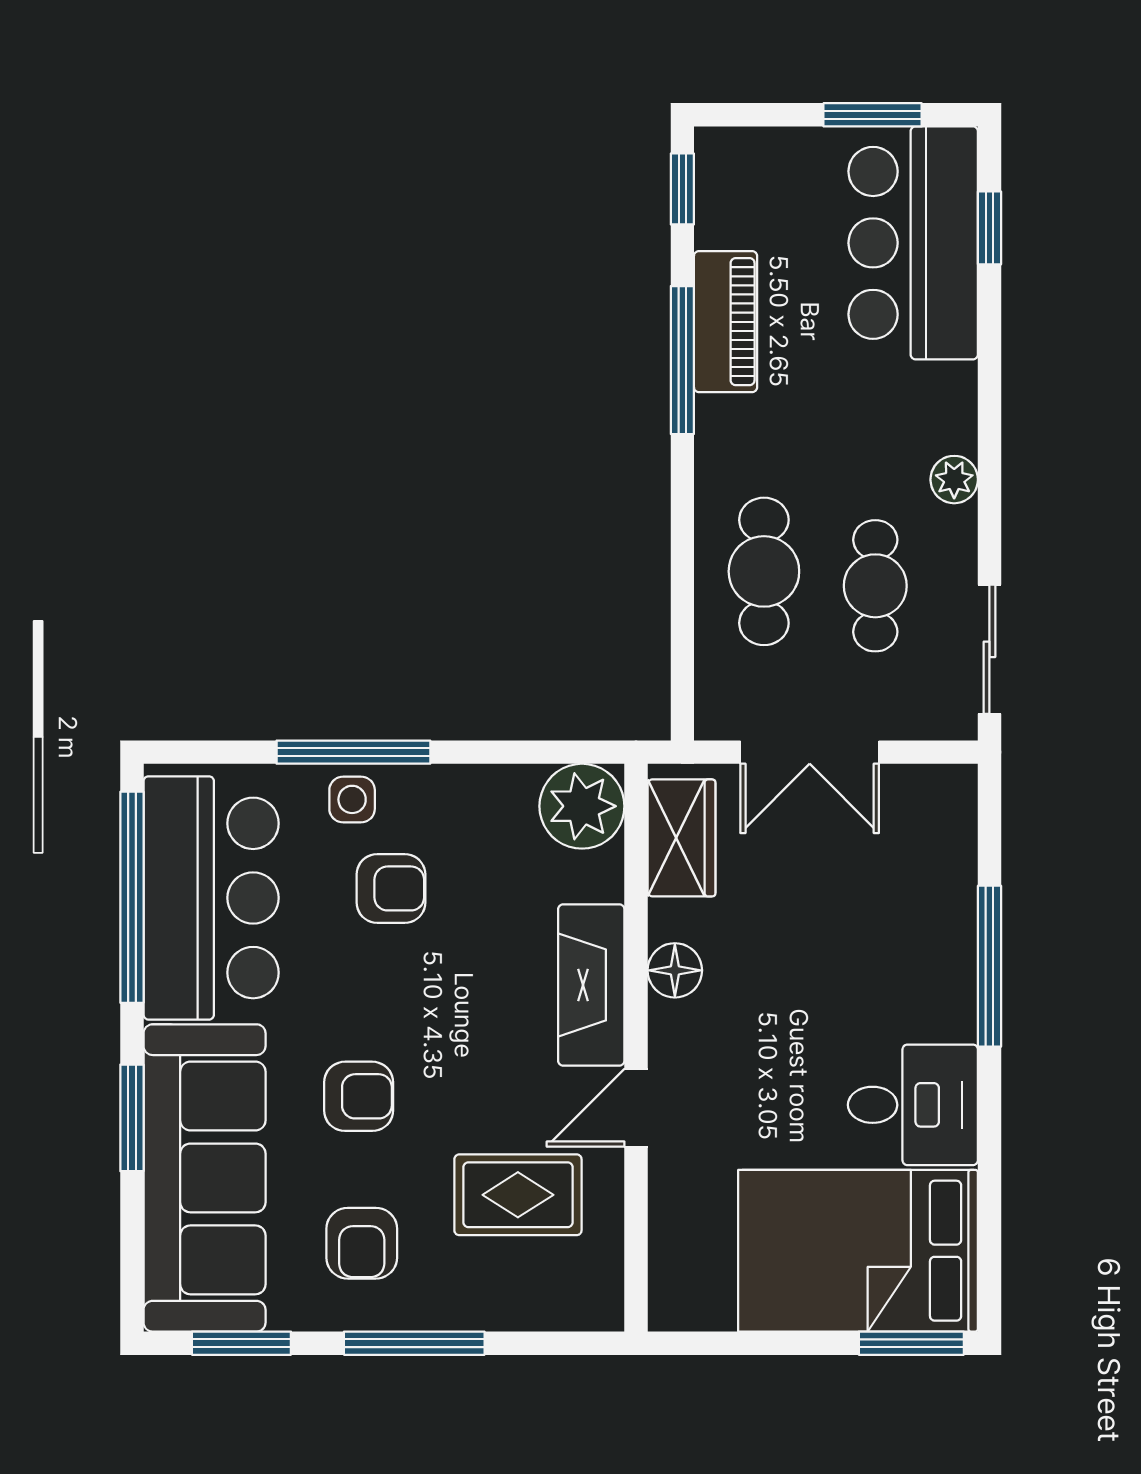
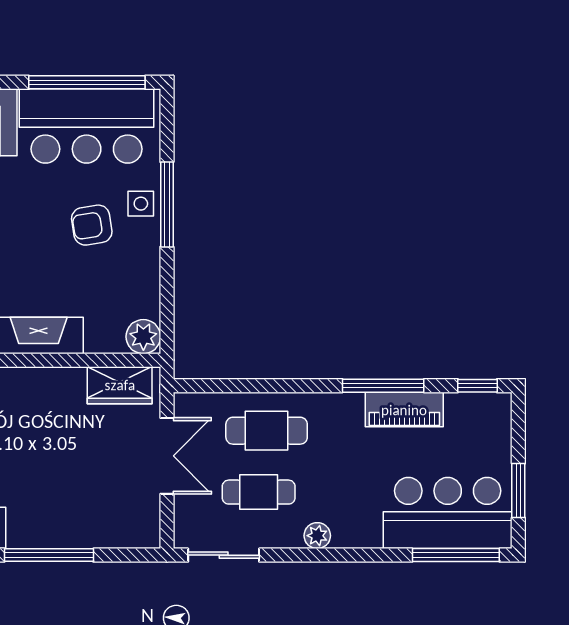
window: (989, 228) -> (456, 555), width x2.17
double door: (810, 752) -> (167, 456), swing flipped
plant: (582, 806) -> (143, 337), width x0.73, depth x0.73
armchair: (391, 888) -> (92, 225), turned 81
floor lamp: (675, 970) -> (47, 382), removed

